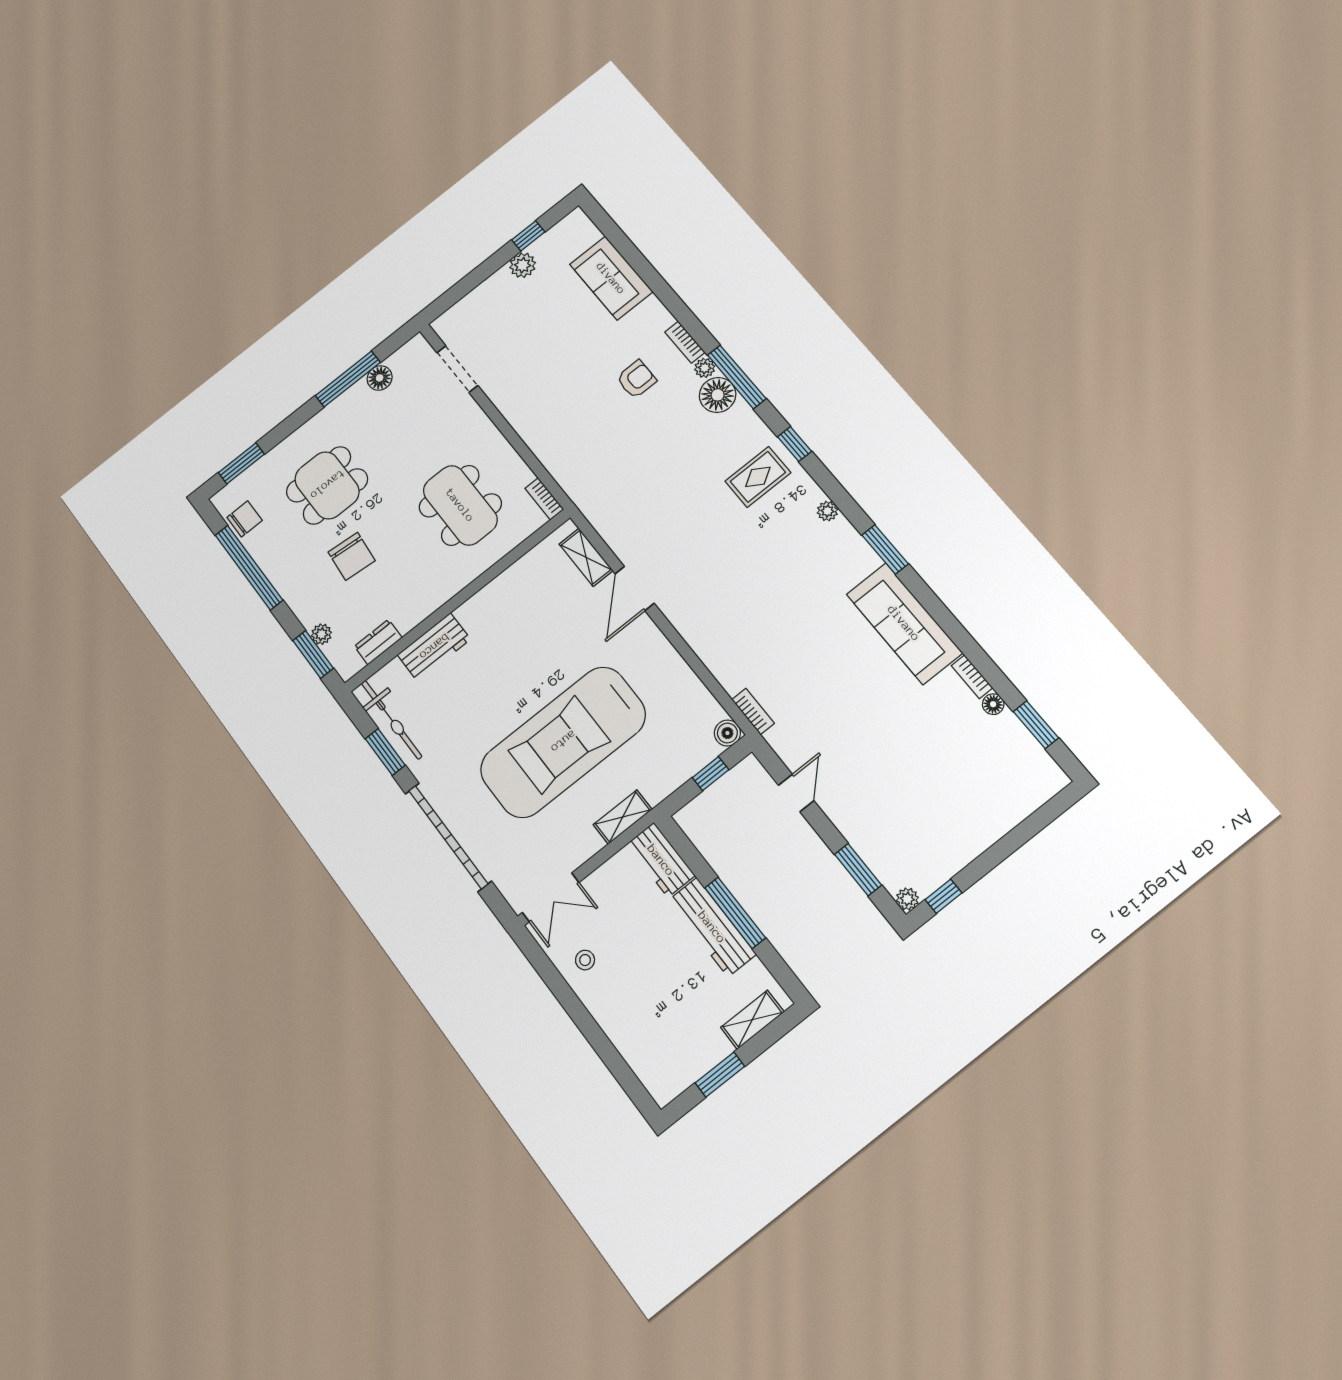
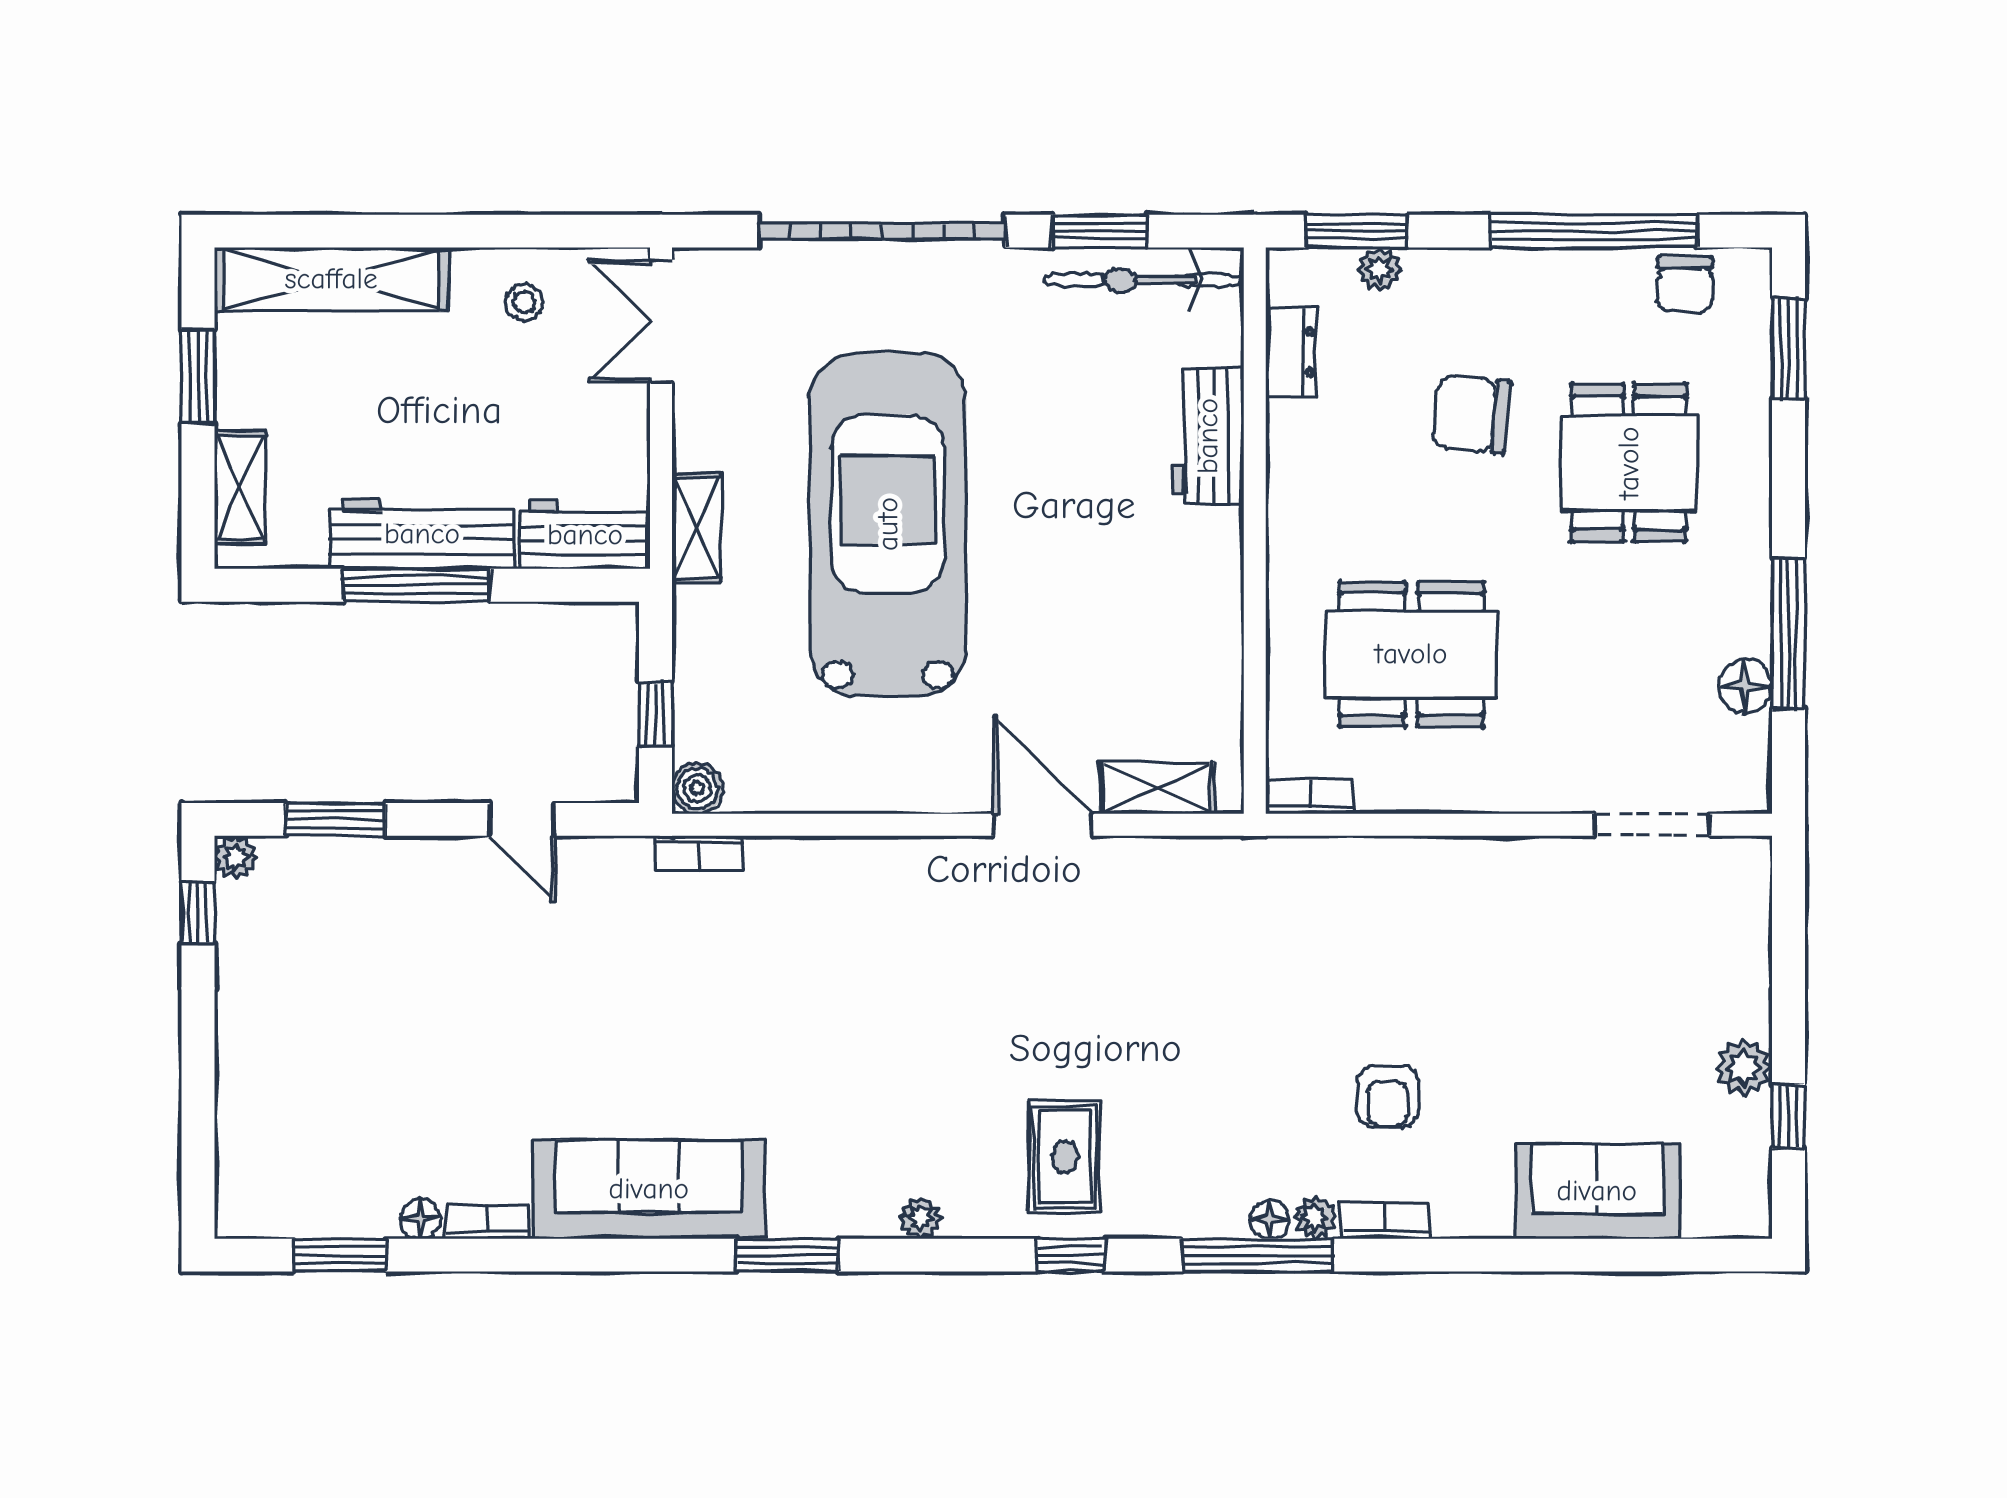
floor lamp: (718, 395) -> (1270, 1219), width x0.53, depth x0.53
shelving: (637, 1049) -> (331, 279), added

